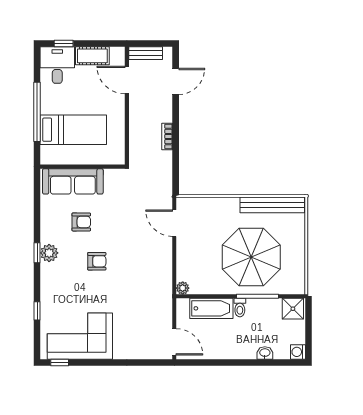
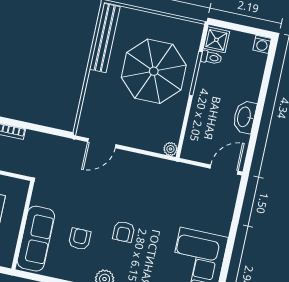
armchair: (97, 261) -> (124, 232), turned 180
bathtub: (211, 308) -> (198, 124), removed
toilet: (240, 308) -> (211, 58), moved
washbasin: (265, 353) -> (245, 117), moved, width x1.91, depth x1.45

